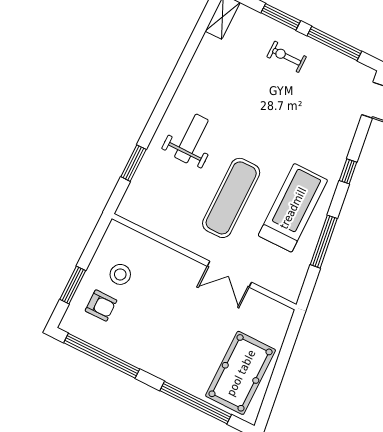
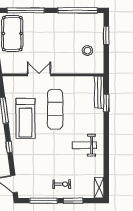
weight bench: (191, 139) -> (84, 145), moved, turned 90
bench: (137, 189) -> (99, 92), added
armchair: (101, 306) -> (89, 33), removed

